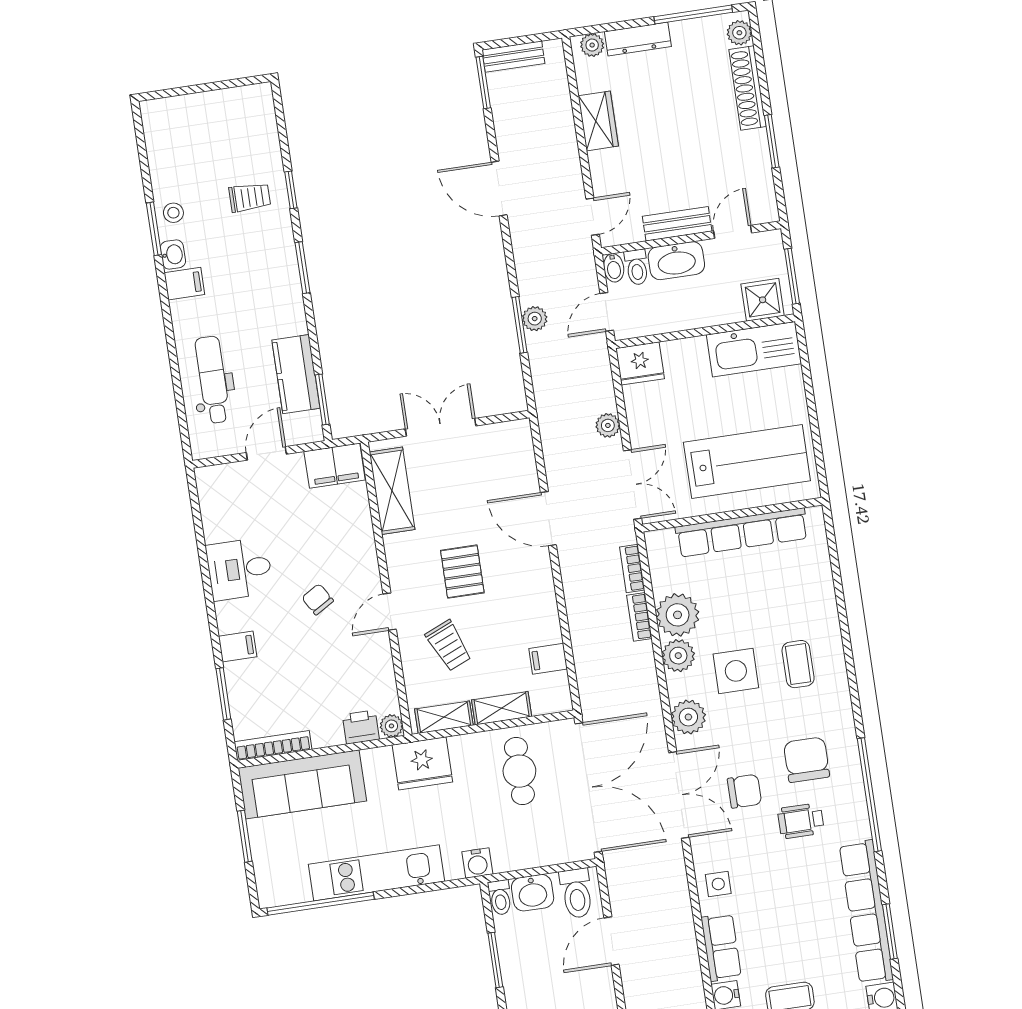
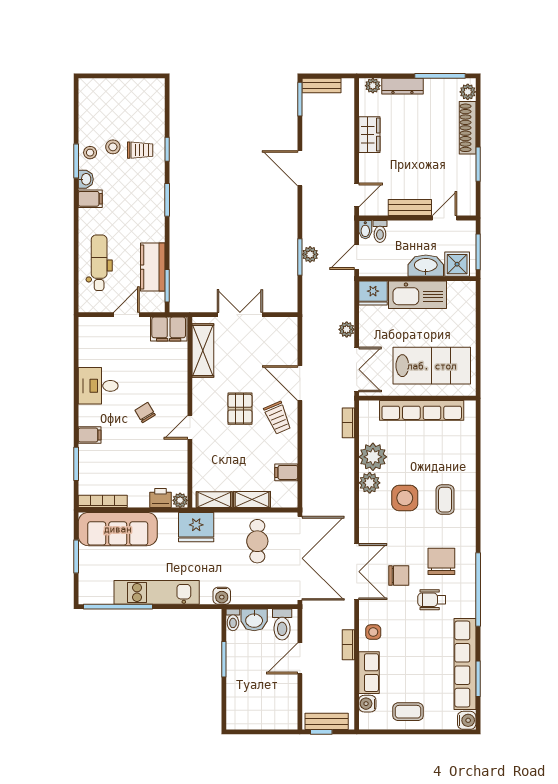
stool: (207, 199) -> (113, 147), added
washbasin: (676, 261) -> (426, 266), moved, turned 180
kitchen sink: (754, 349) -> (417, 295), moved
bookcase: (639, 617) -> (348, 645), moved
trolley: (449, 646) -> (278, 418), moved
plant: (688, 717) -> (370, 523), removed

